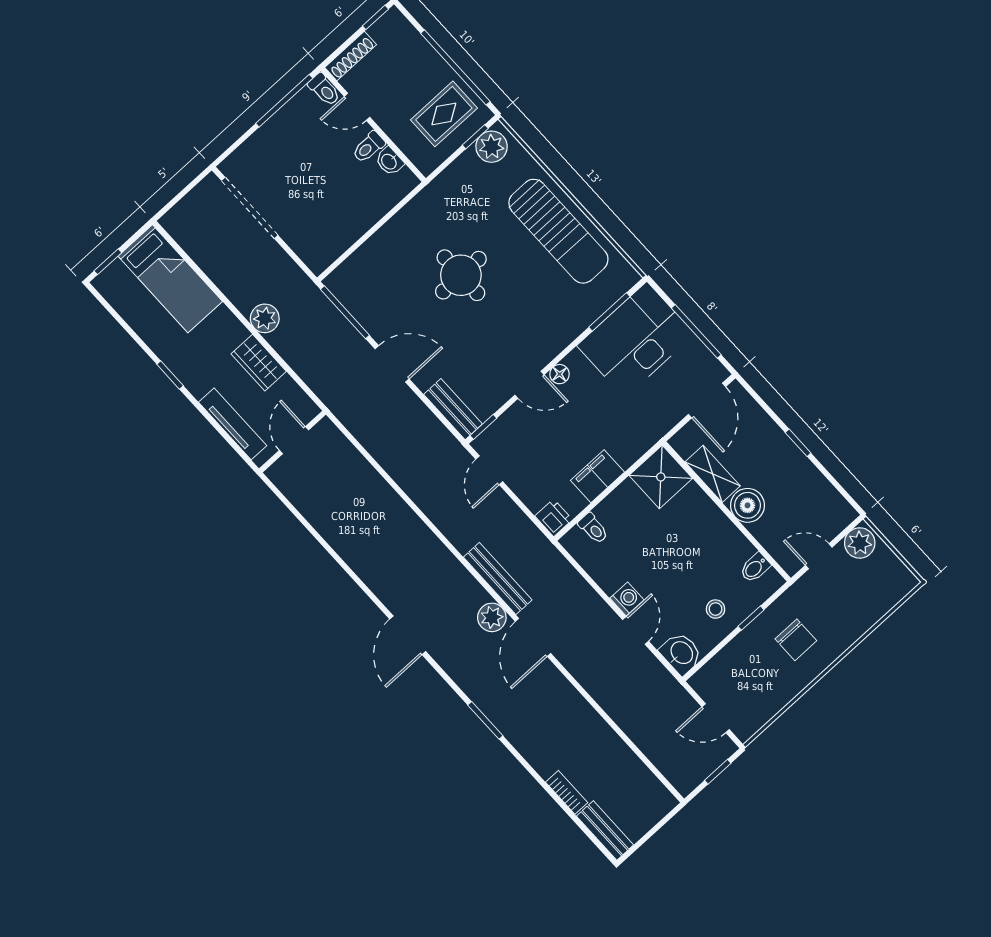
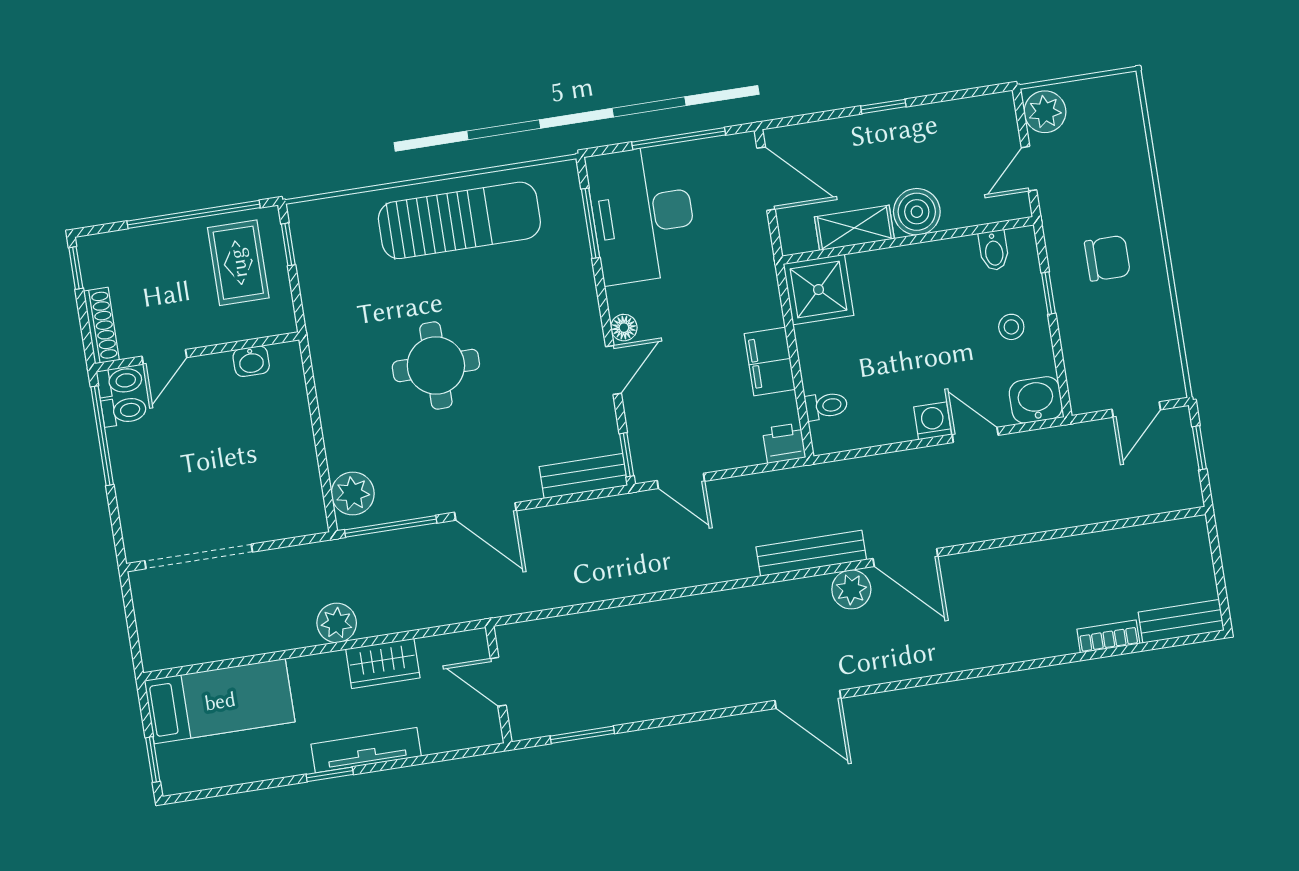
toilet: (369, 147) -> (124, 411), moved, turned -90
plant: (492, 147) -> (353, 493), moved
door: (392, 364) -> (485, 512), swing flipped
tv unit: (233, 424) -> (366, 750), moved
window: (485, 720) -> (582, 735), moved

